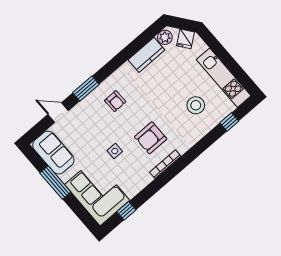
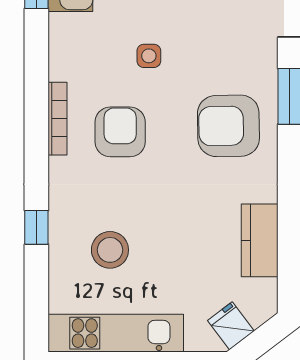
plant: (165, 37) -> (262, 295), removed
armchair: (115, 101) -> (228, 126), width x1.88, depth x1.88
window: (229, 122) -> (36, 227), moved

